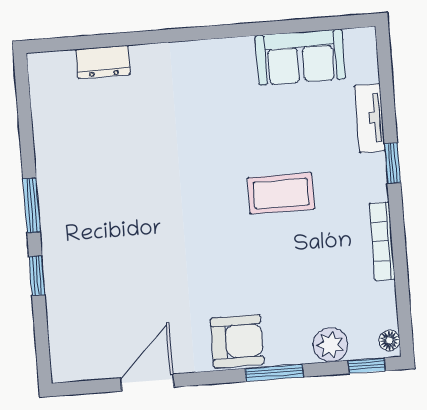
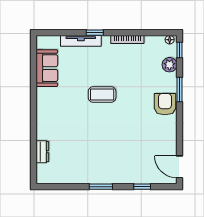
tv unit: (370, 118) -> (81, 41), width x1.41
coffee table: (281, 193) -> (102, 94), moved, turned 90
window: (37, 276) -> (142, 187), moved
door: (147, 383) -> (180, 167), moved

